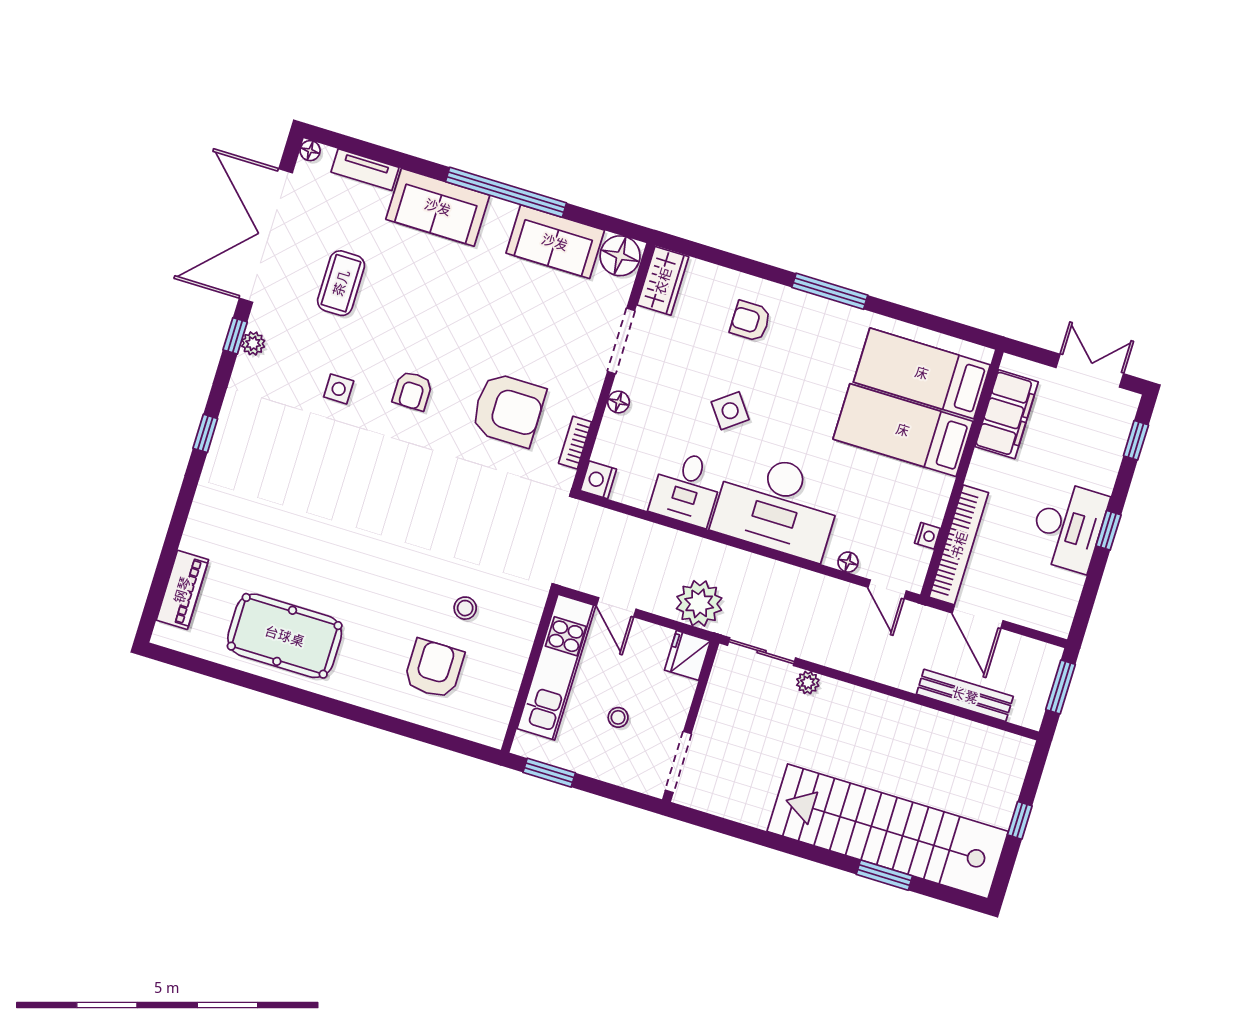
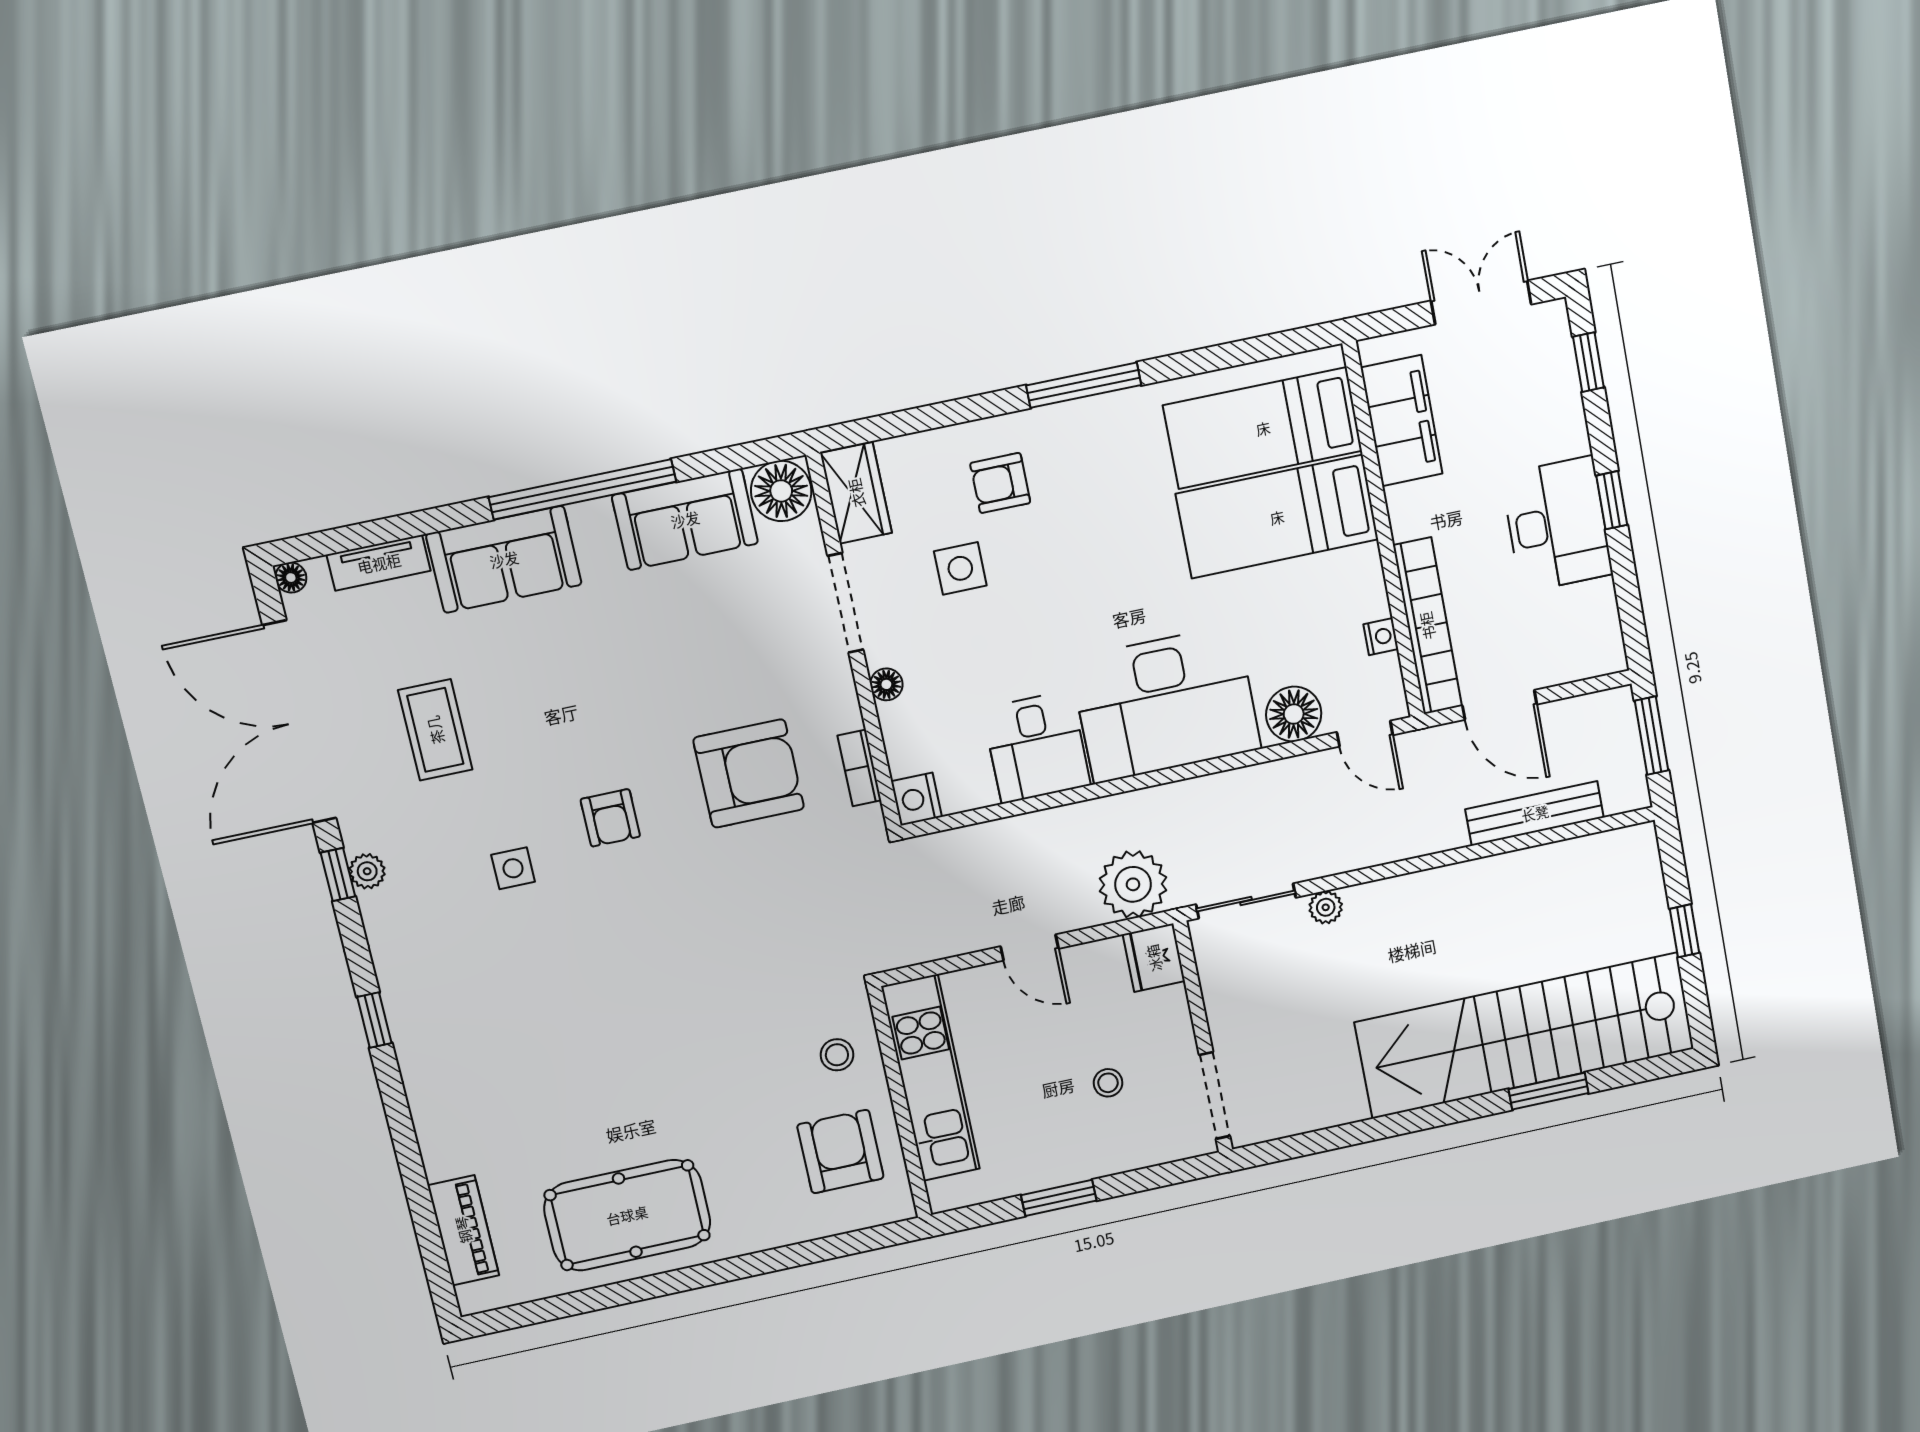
side table: (730, 411) -> (960, 568), moved, turned 37
floor lamp: (848, 562) -> (1294, 714), width x1.89, depth x1.89
kitchen unit: (556, 667) -> (931, 1078), moved
wall: (529, 672) -> (900, 1103), moved

